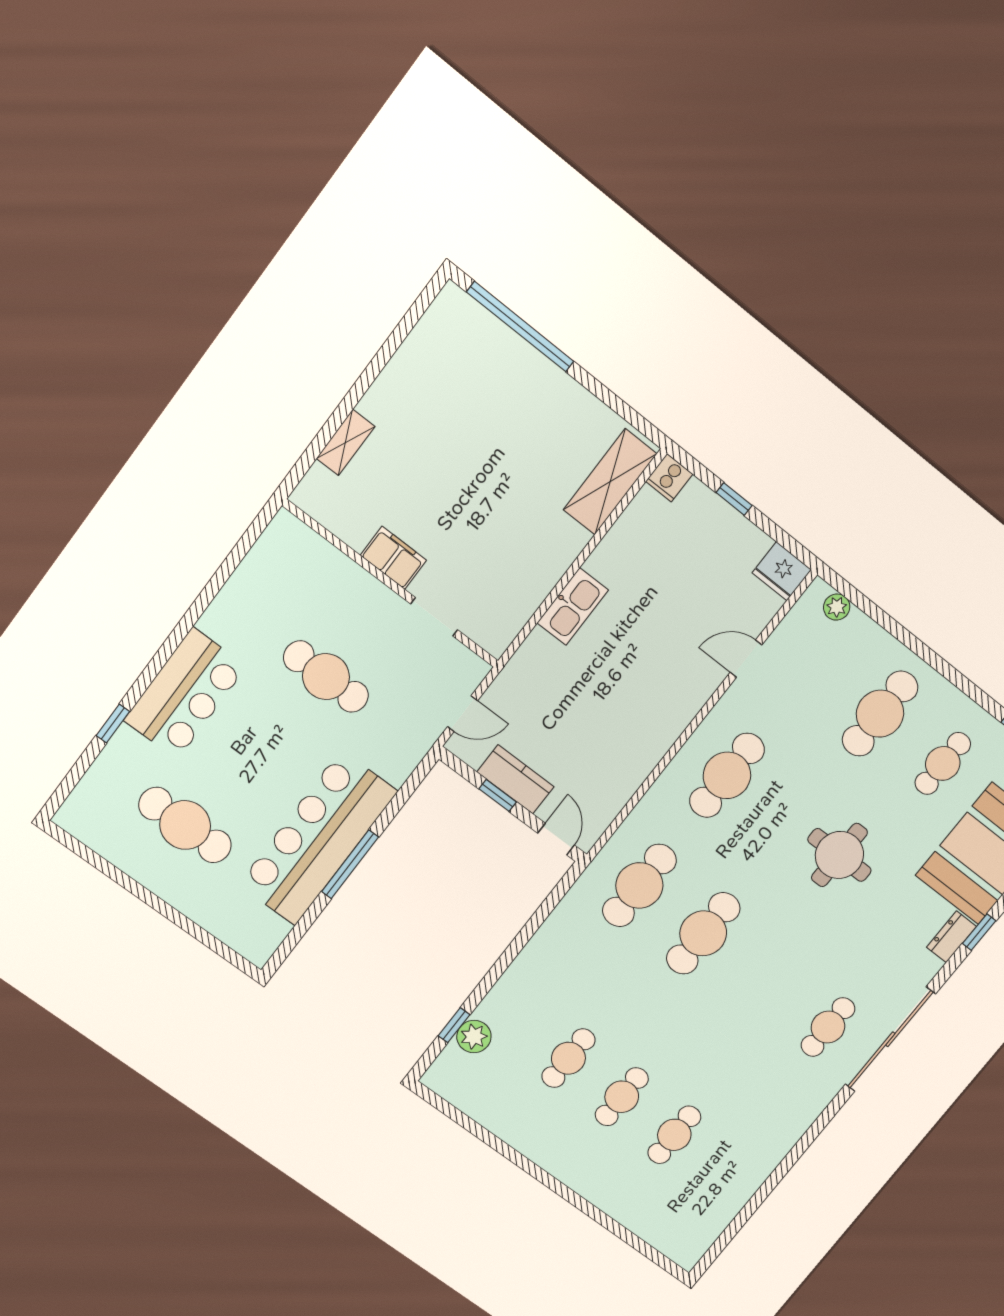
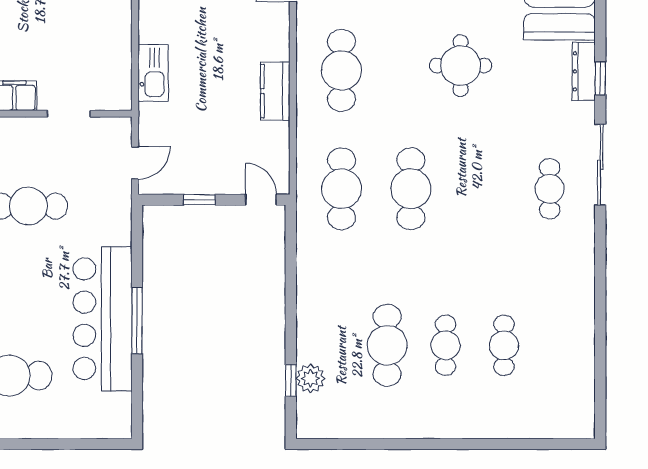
kitchen sink: (573, 607) -> (153, 73), moved
kitchen counter: (515, 779) -> (275, 91), moved, turned -90
window: (979, 932) -> (600, 78), moved
dresser: (951, 937) -> (584, 71), width x1.44
sliding door: (890, 1039) -> (600, 165), width x0.73
cafe table: (568, 1058) -> (387, 345), width x1.37, depth x1.35

